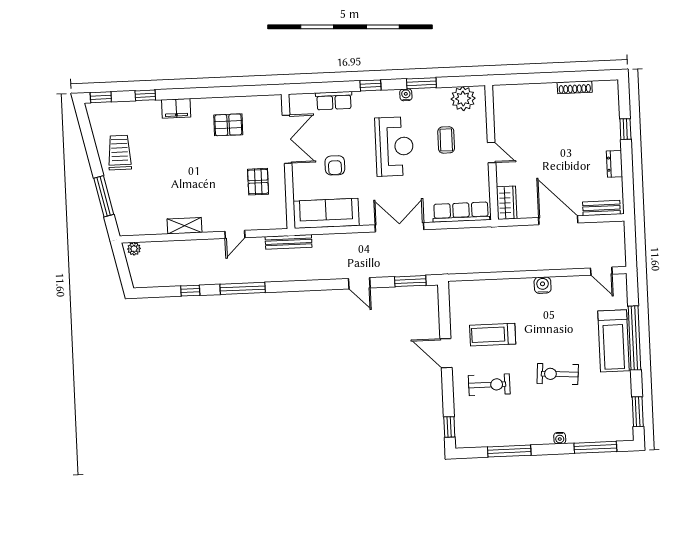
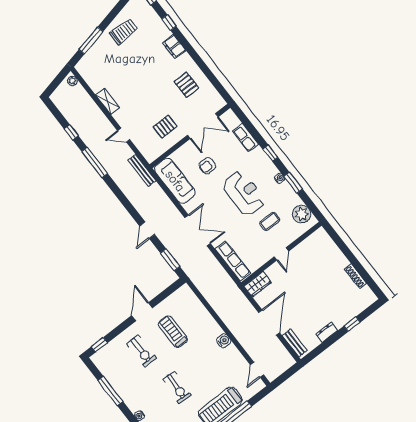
reception desk: (394, 146) -> (244, 193), turned -90
exercise bike: (558, 374) -> (177, 387), turned 180

